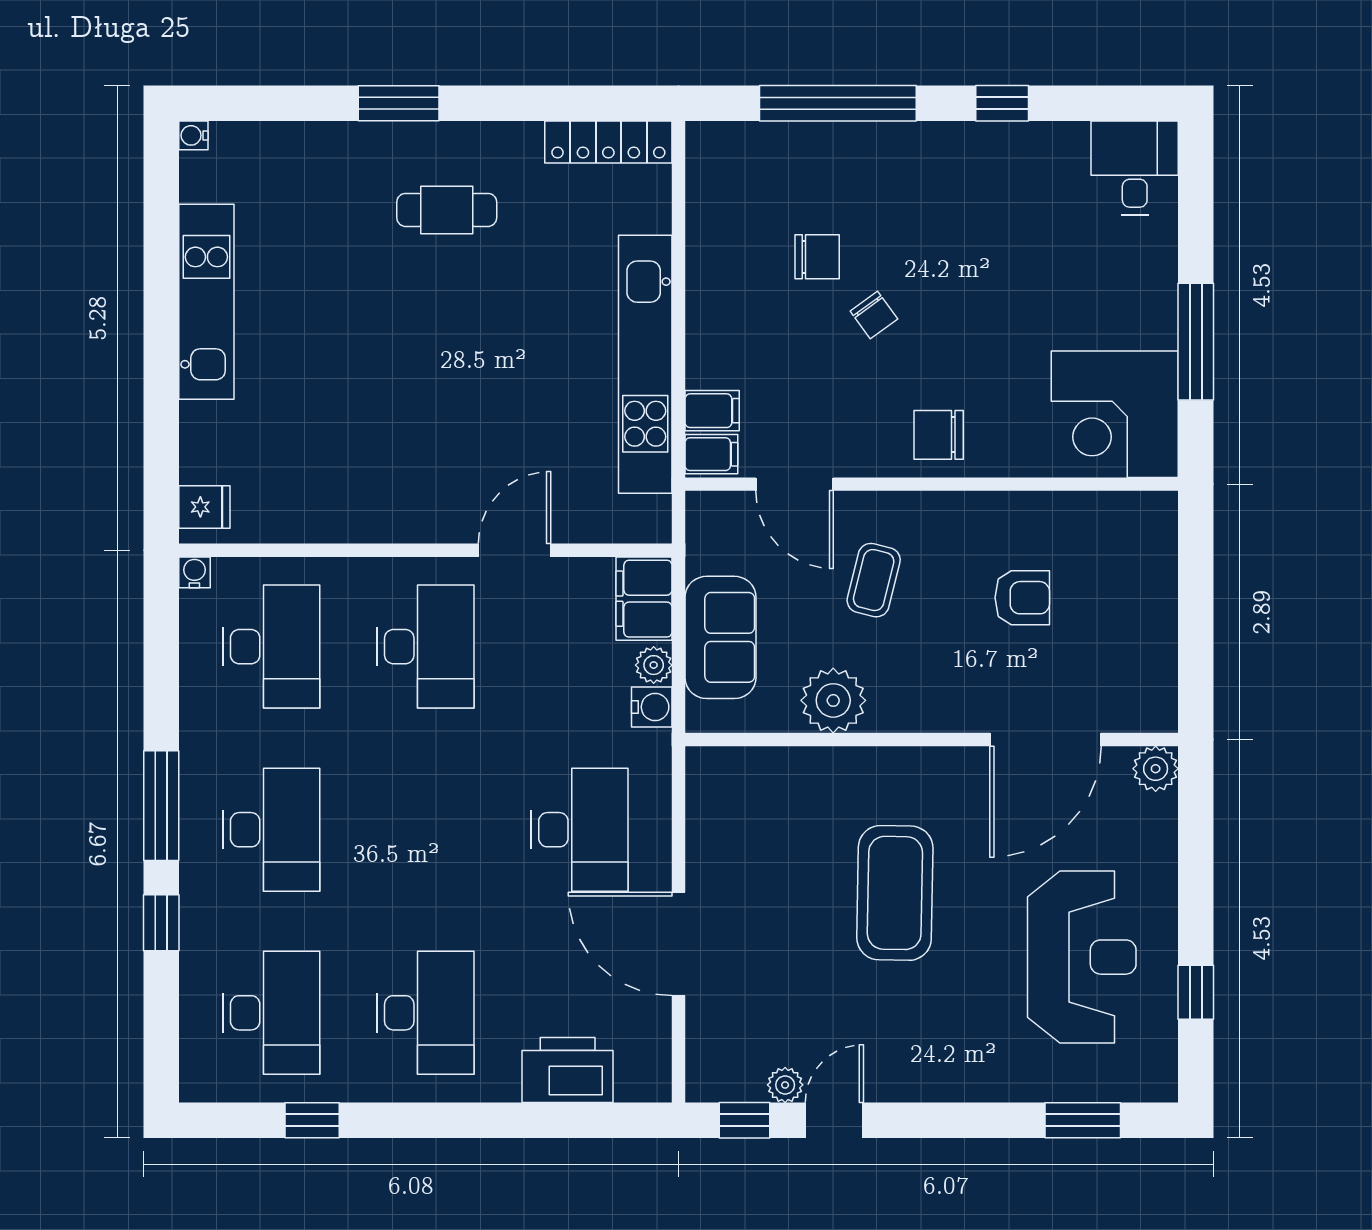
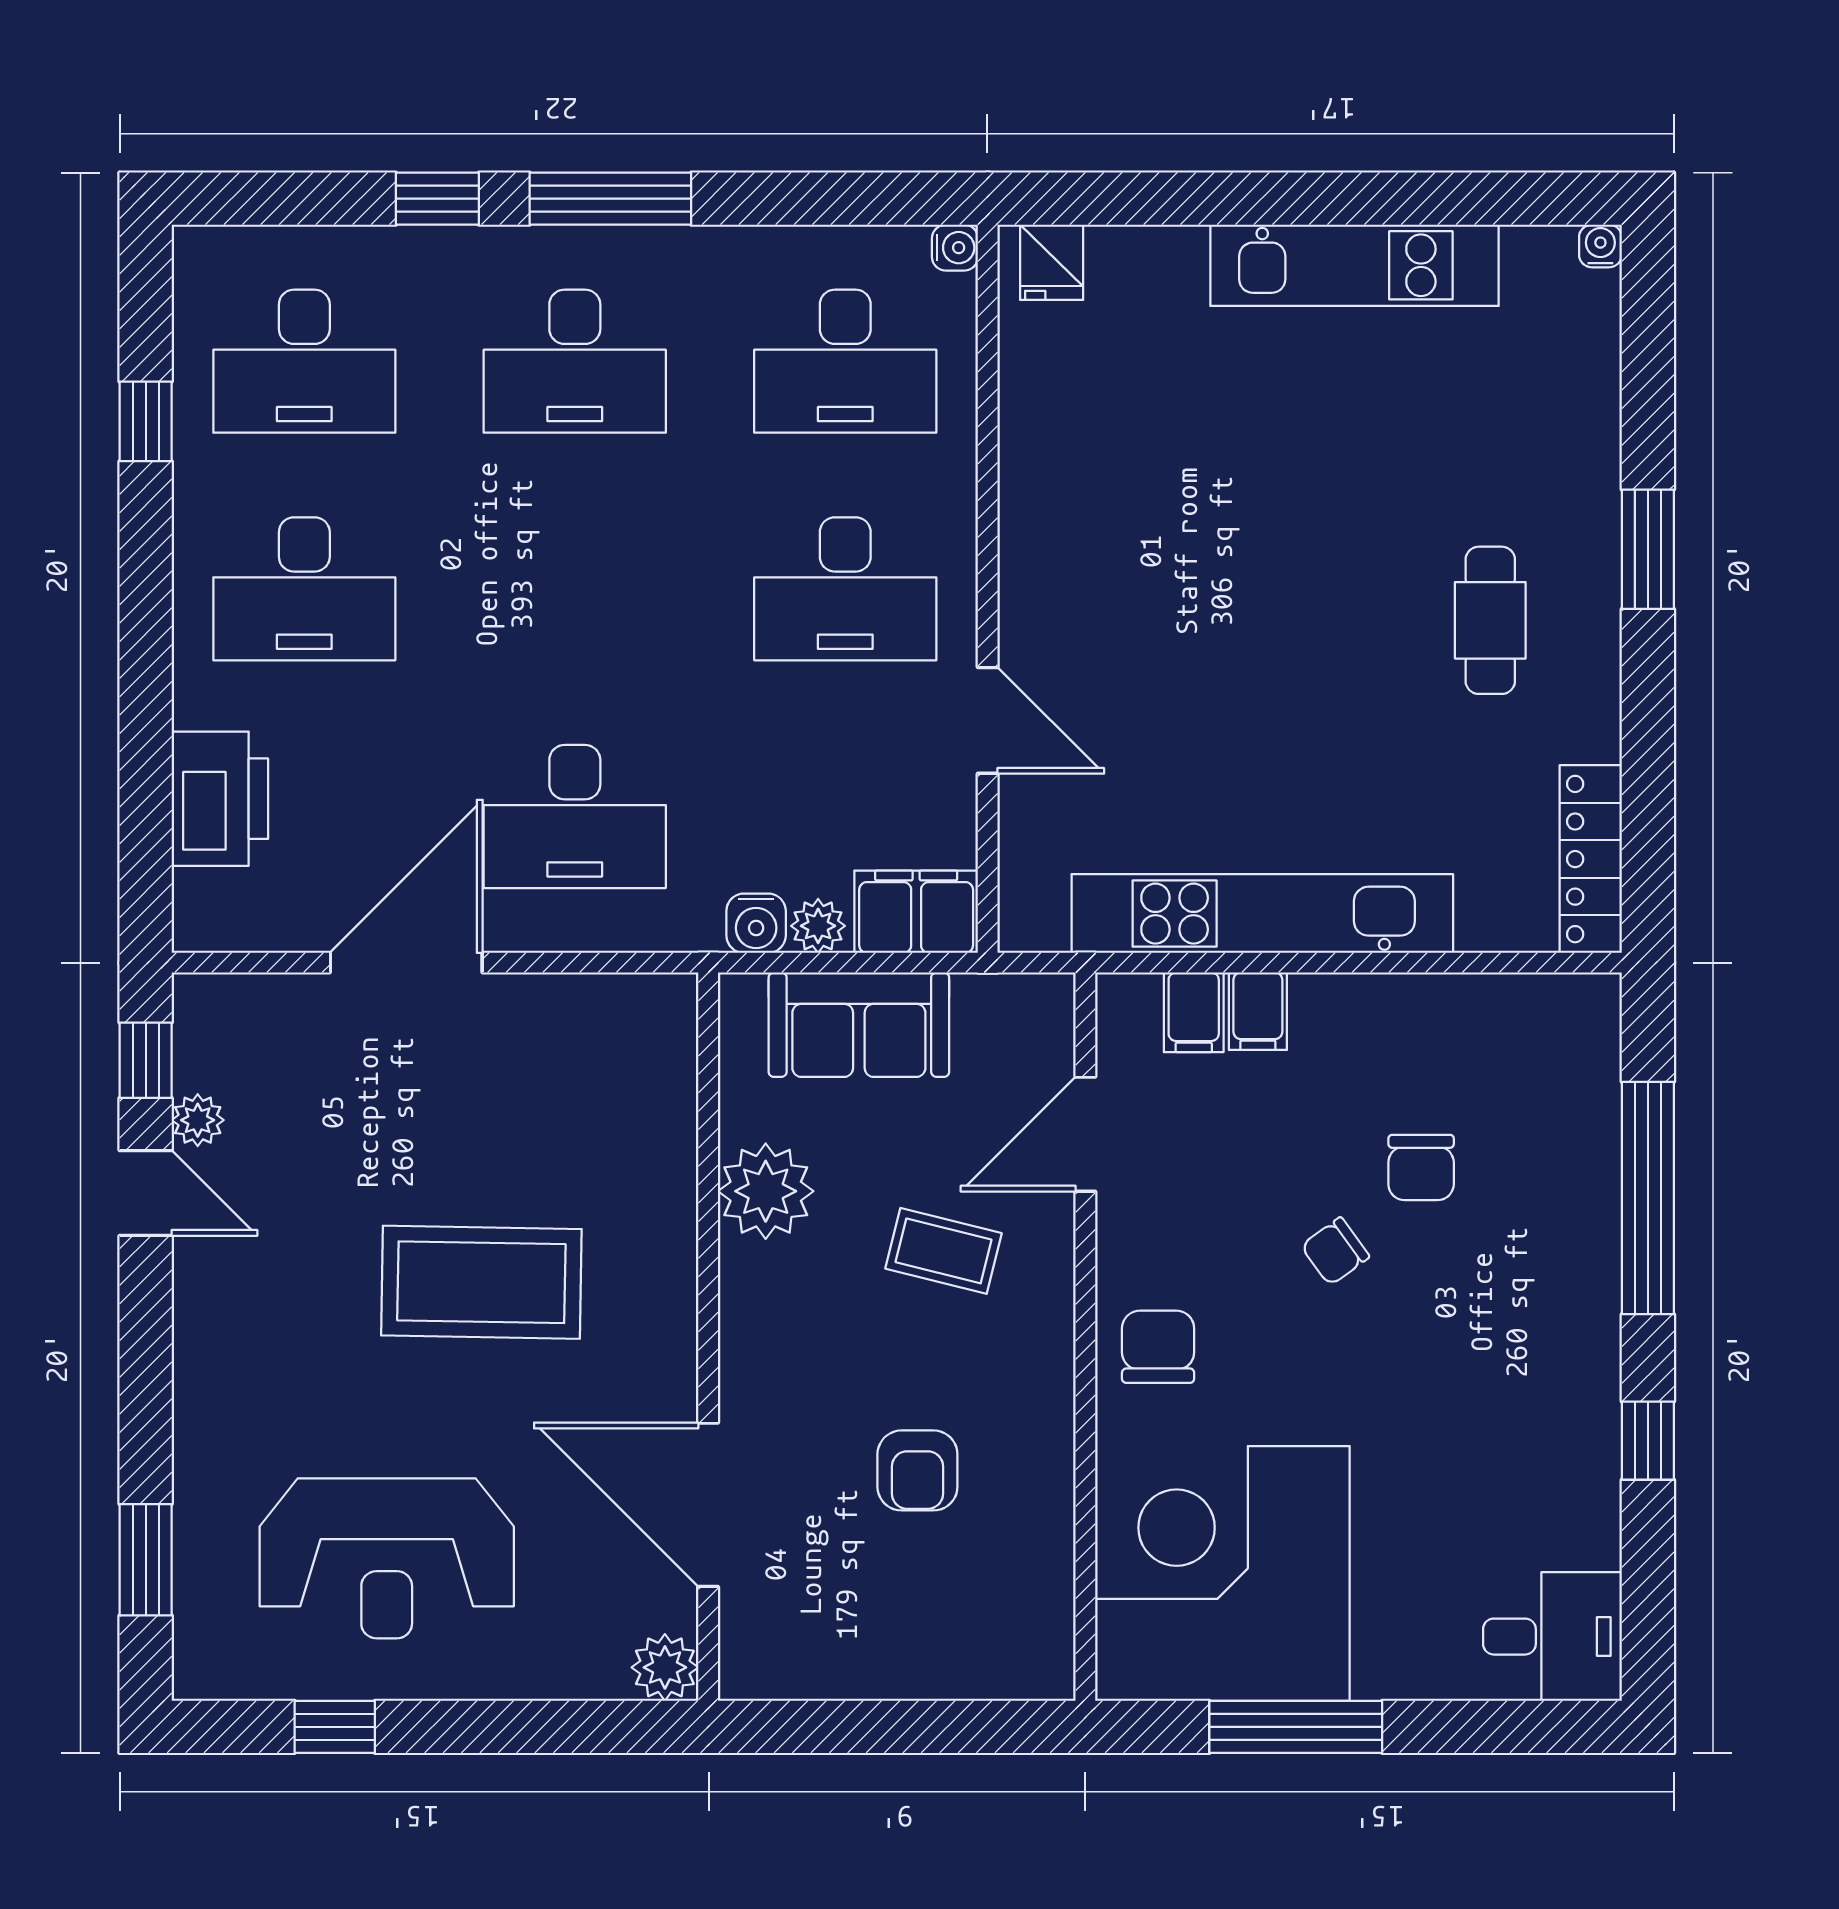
corner desk: (1115, 414) -> (1222, 1573), width x1.36, depth x1.36
filing cabinet: (711, 454) -> (1258, 1011), moved

